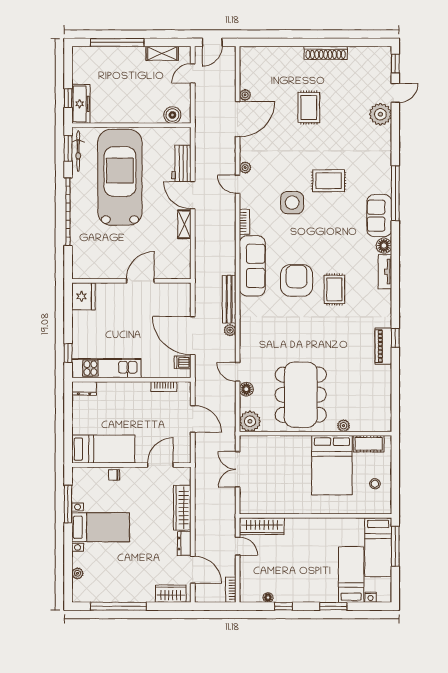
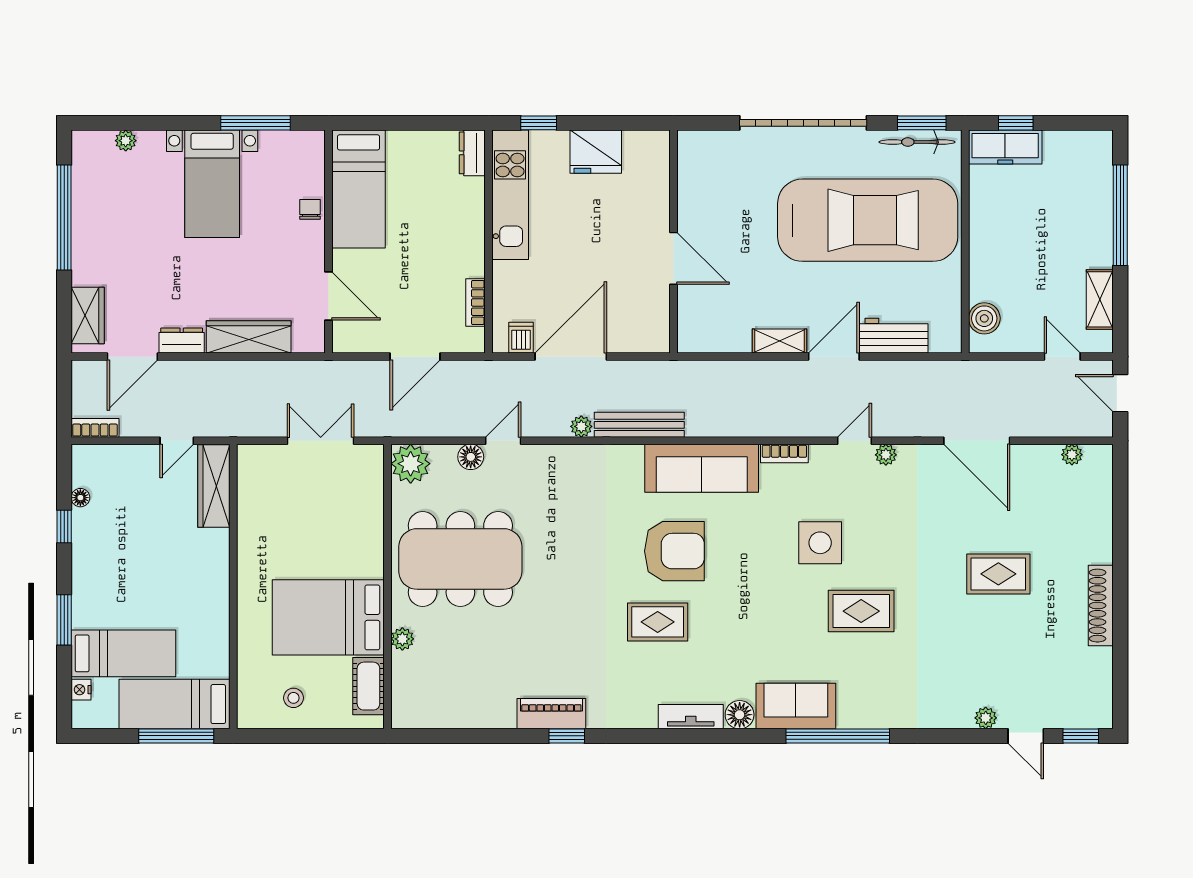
plant: (245, 95) -> (1072, 455), moved
plant: (380, 114) -> (986, 718), width x0.53, depth x0.53
rug: (329, 181) -> (861, 611), turned 90
fridge: (83, 296) -> (596, 152), moved

